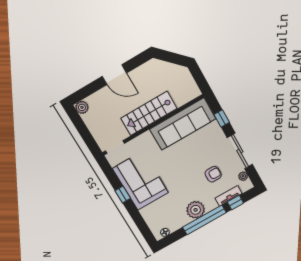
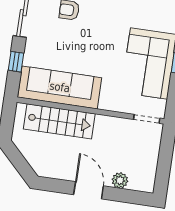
plant: (82, 107) -> (120, 180), moved
stairs: (149, 113) -> (59, 121), moved

